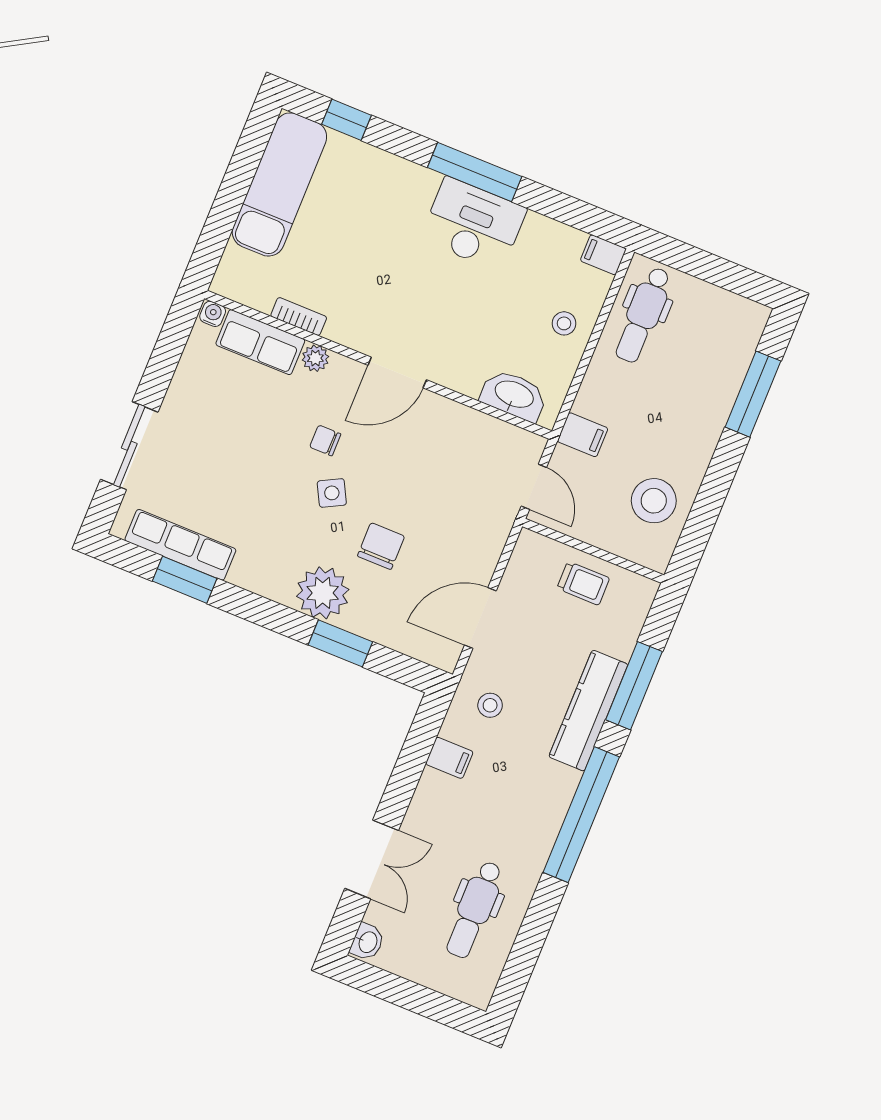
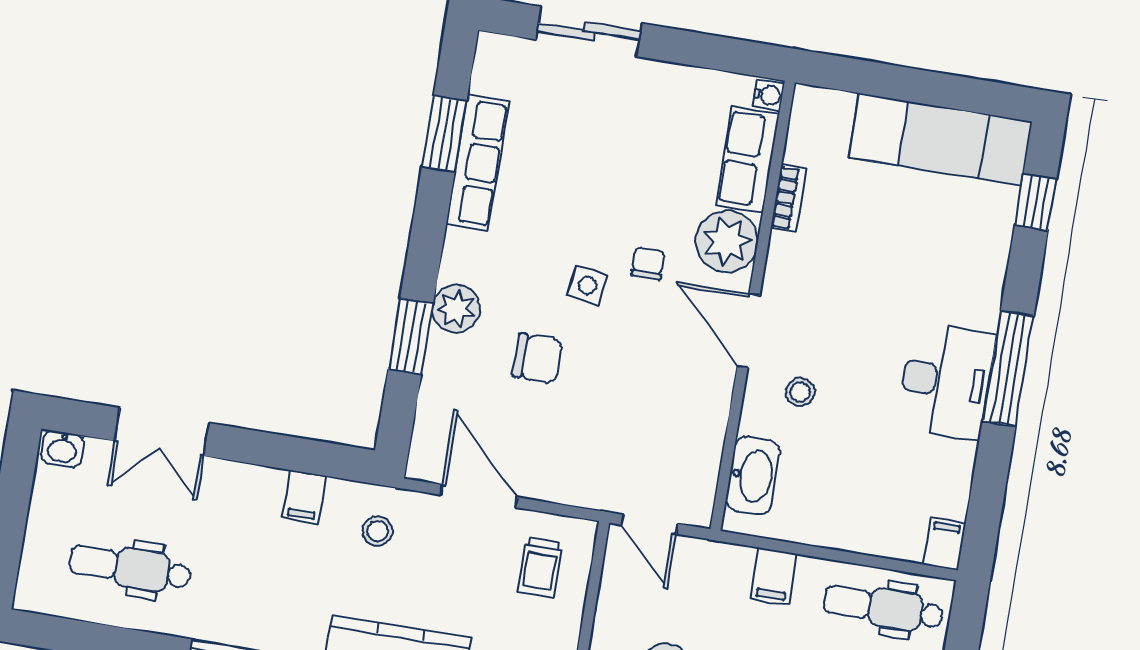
stool: (564, 323) -> (800, 392), moved
plant: (315, 358) -> (727, 241), width x1.88, depth x1.88
filing cabinet: (583, 435) -> (774, 576), moved
door: (534, 487) -> (649, 524), hinge flipped
side table: (332, 493) -> (587, 285), turned 37
row of seats: (180, 545) -> (478, 163), moved
trolley: (583, 583) -> (540, 567), moved
plant: (323, 593) -> (456, 309), width x0.73, depth x0.73

